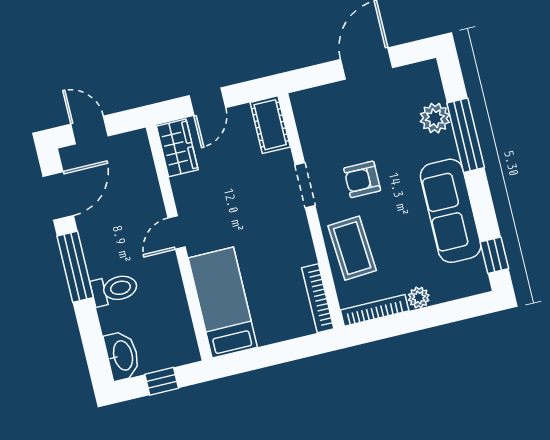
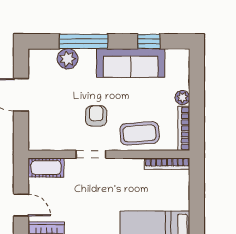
armchair: (362, 179) -> (96, 116), turned 180
window: (494, 255) -> (149, 41), moved

